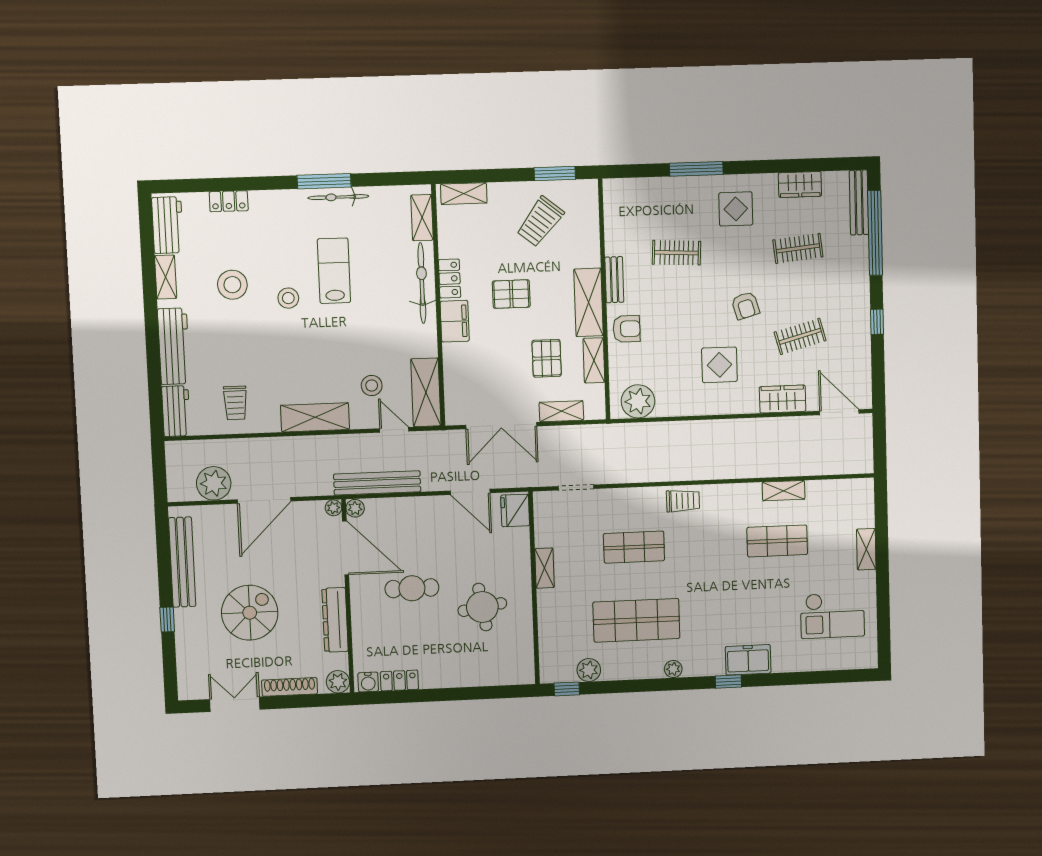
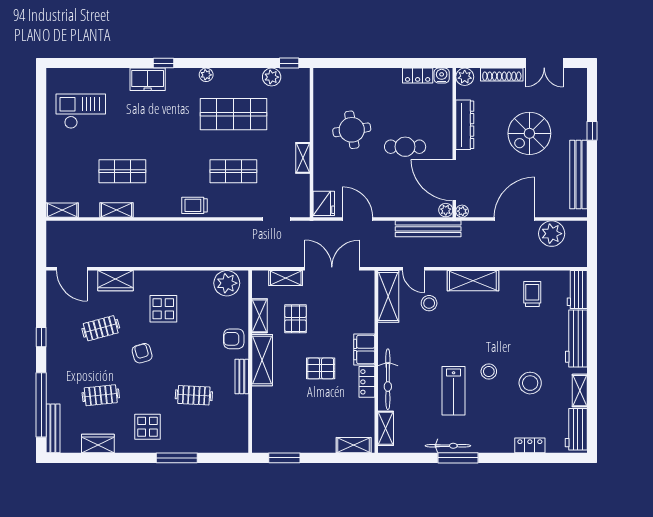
trolley: (540, 222) -> (297, 422), removed
shelving: (866, 549) -> (62, 210), moved, turned 90

